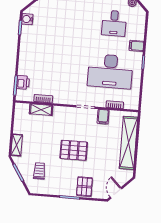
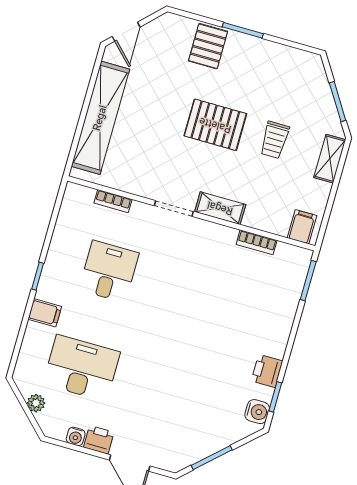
desk: (114, 23) -> (81, 368), width x1.37
desk: (110, 71) -> (109, 271), width x0.53, depth x0.77
printer: (23, 82) -> (267, 371), moved
shelving: (41, 110) -> (220, 208), moved
filing cabinet: (103, 117) -> (302, 227), moved
trolley: (39, 171) -> (275, 140), moved
door: (116, 193) -> (126, 32), moved

